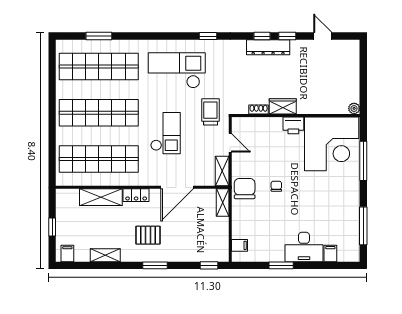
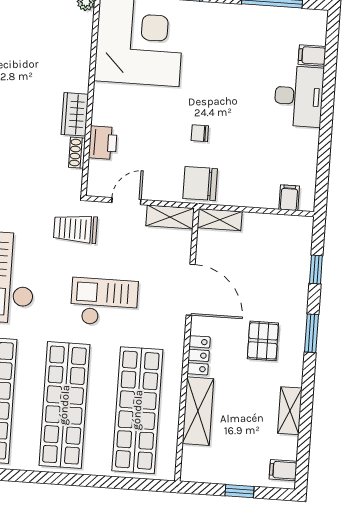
printer: (293, 125) -> (103, 143), moved
window: (209, 265) -> (316, 269), moved
window: (281, 265) -> (325, 134), removed

